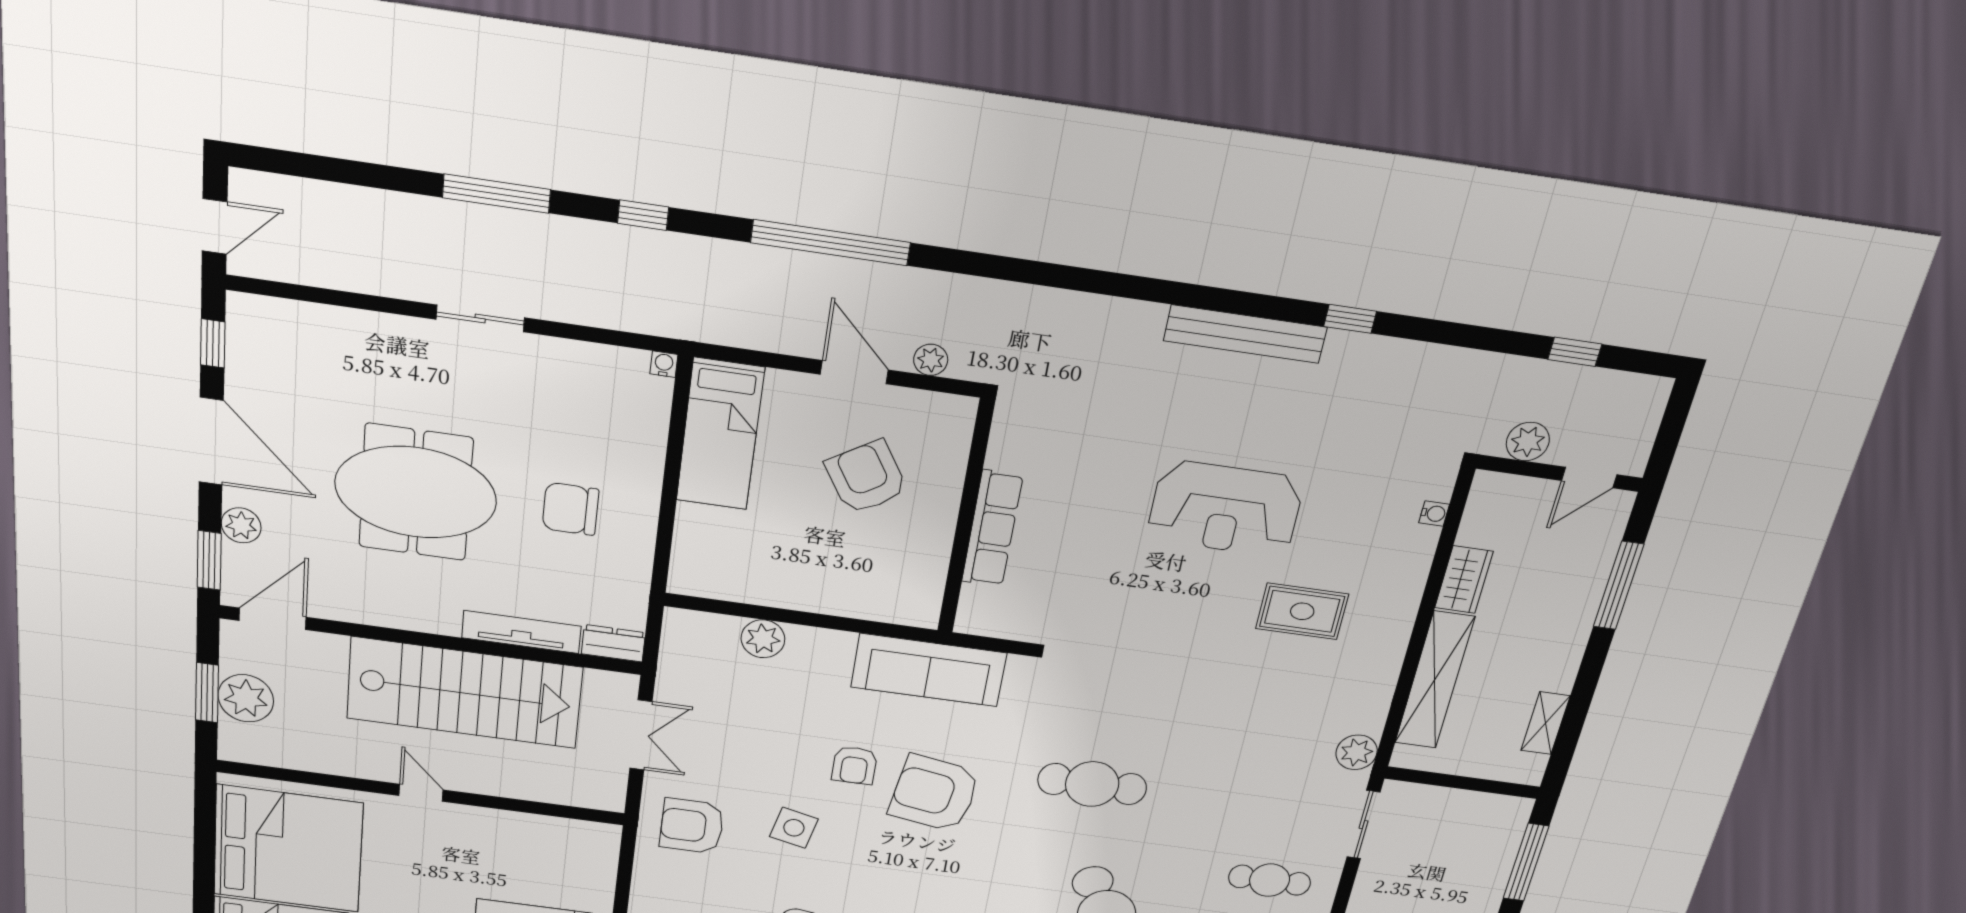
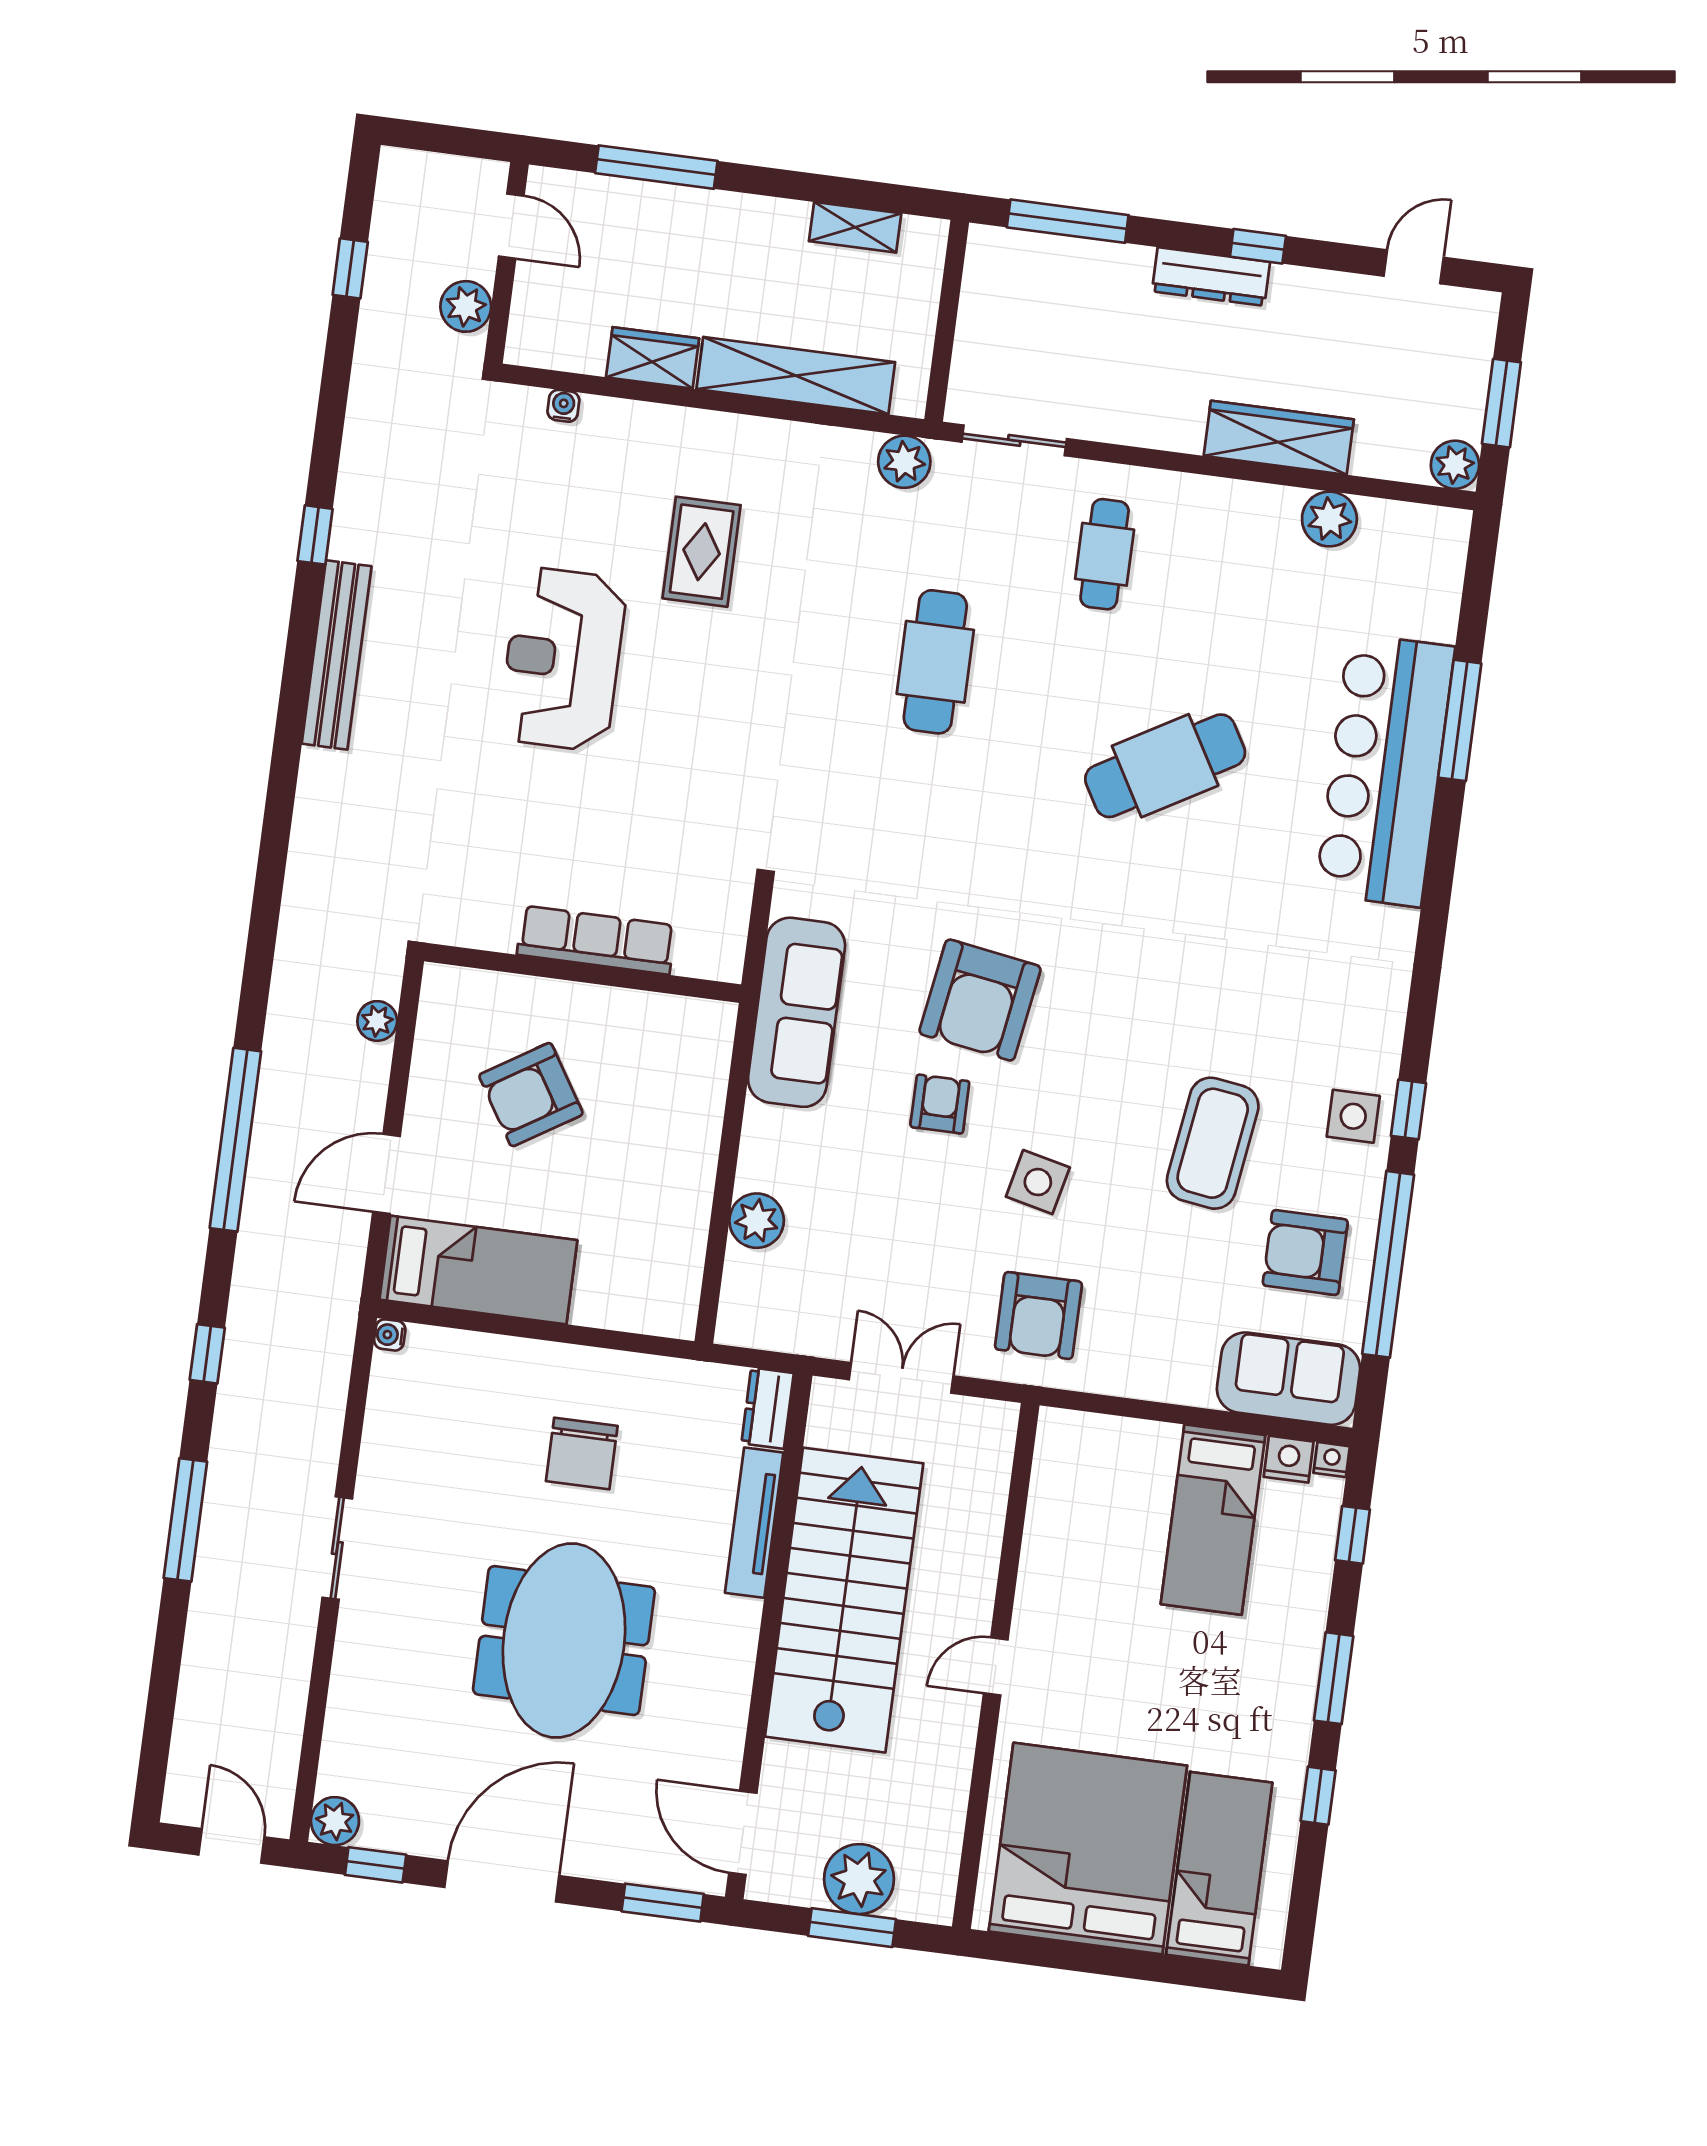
door: (854, 372) -> (386, 1174), moved
reception desk: (1225, 509) -> (563, 659), turned 180
plant: (241, 525) -> (335, 1821), moved
armchair: (854, 765) -> (940, 1104), turned -90
cafe table: (1092, 784) -> (935, 662), moved

